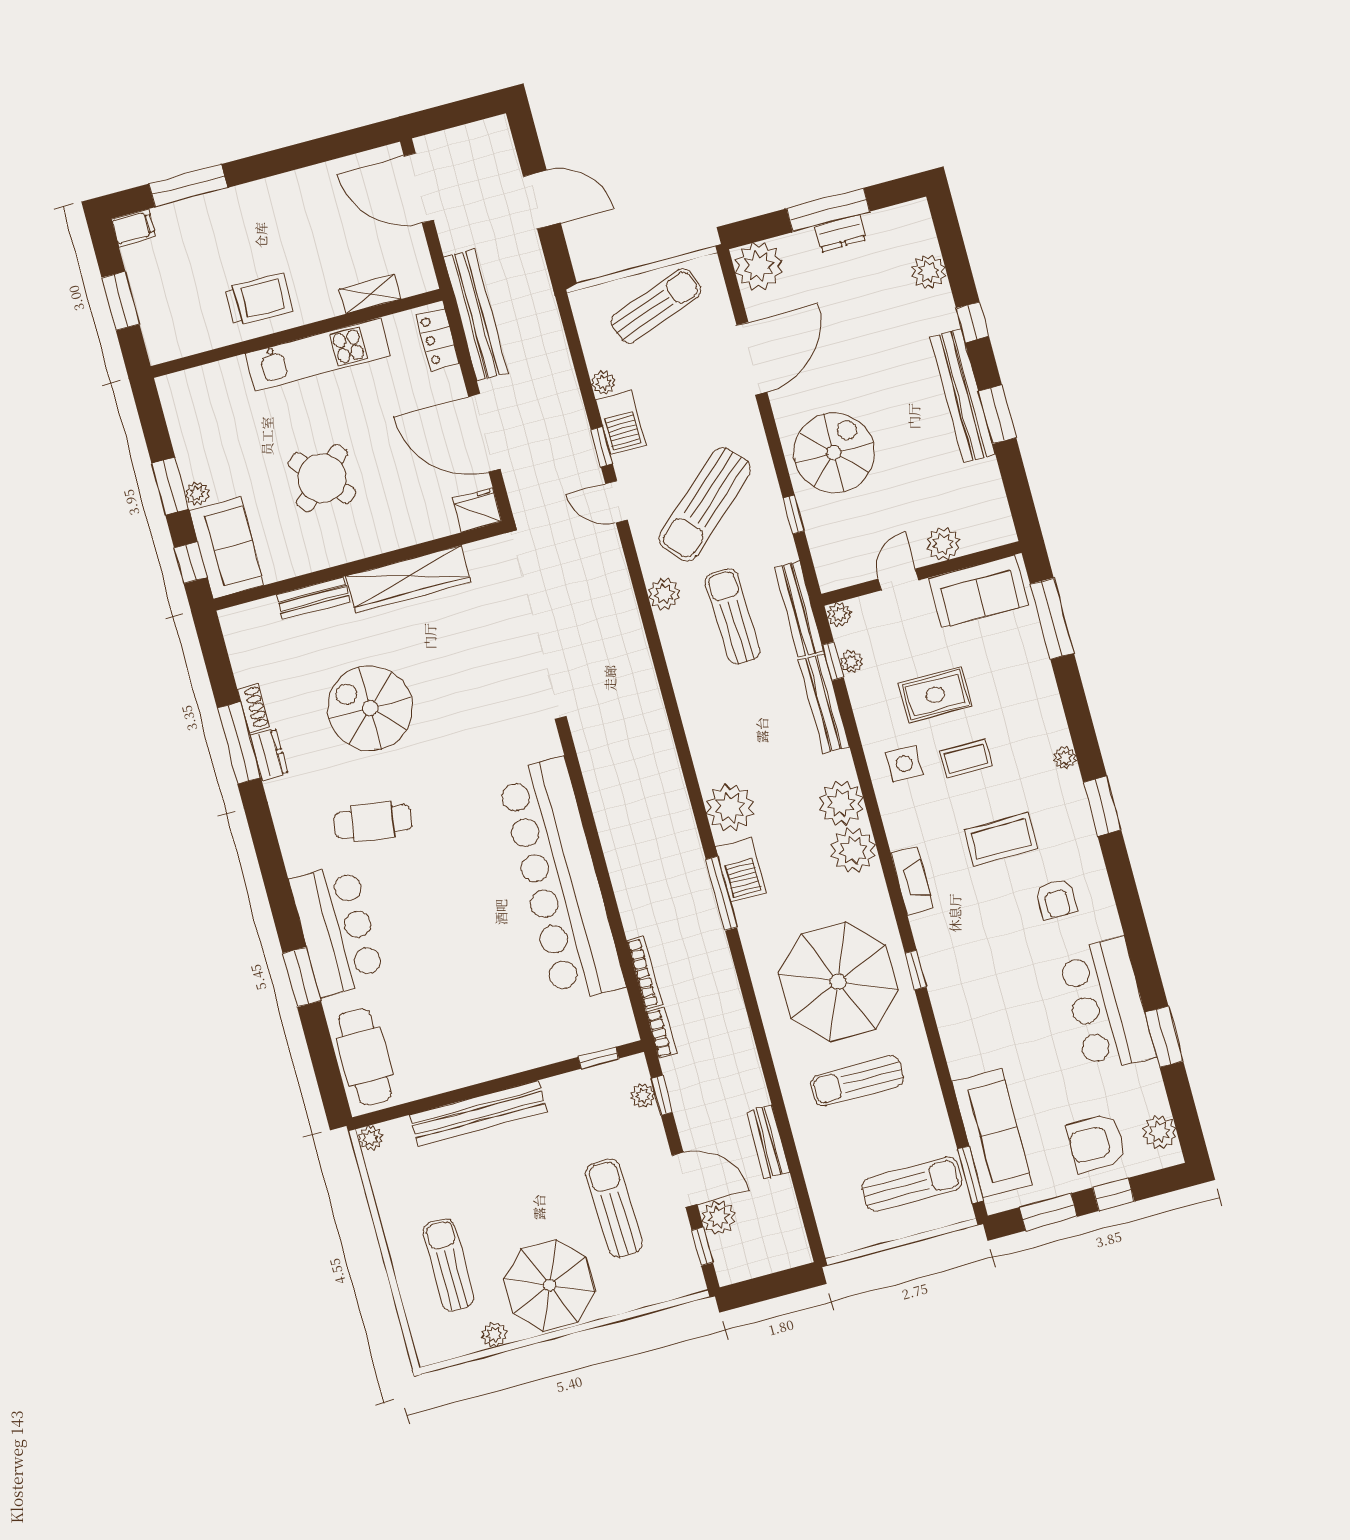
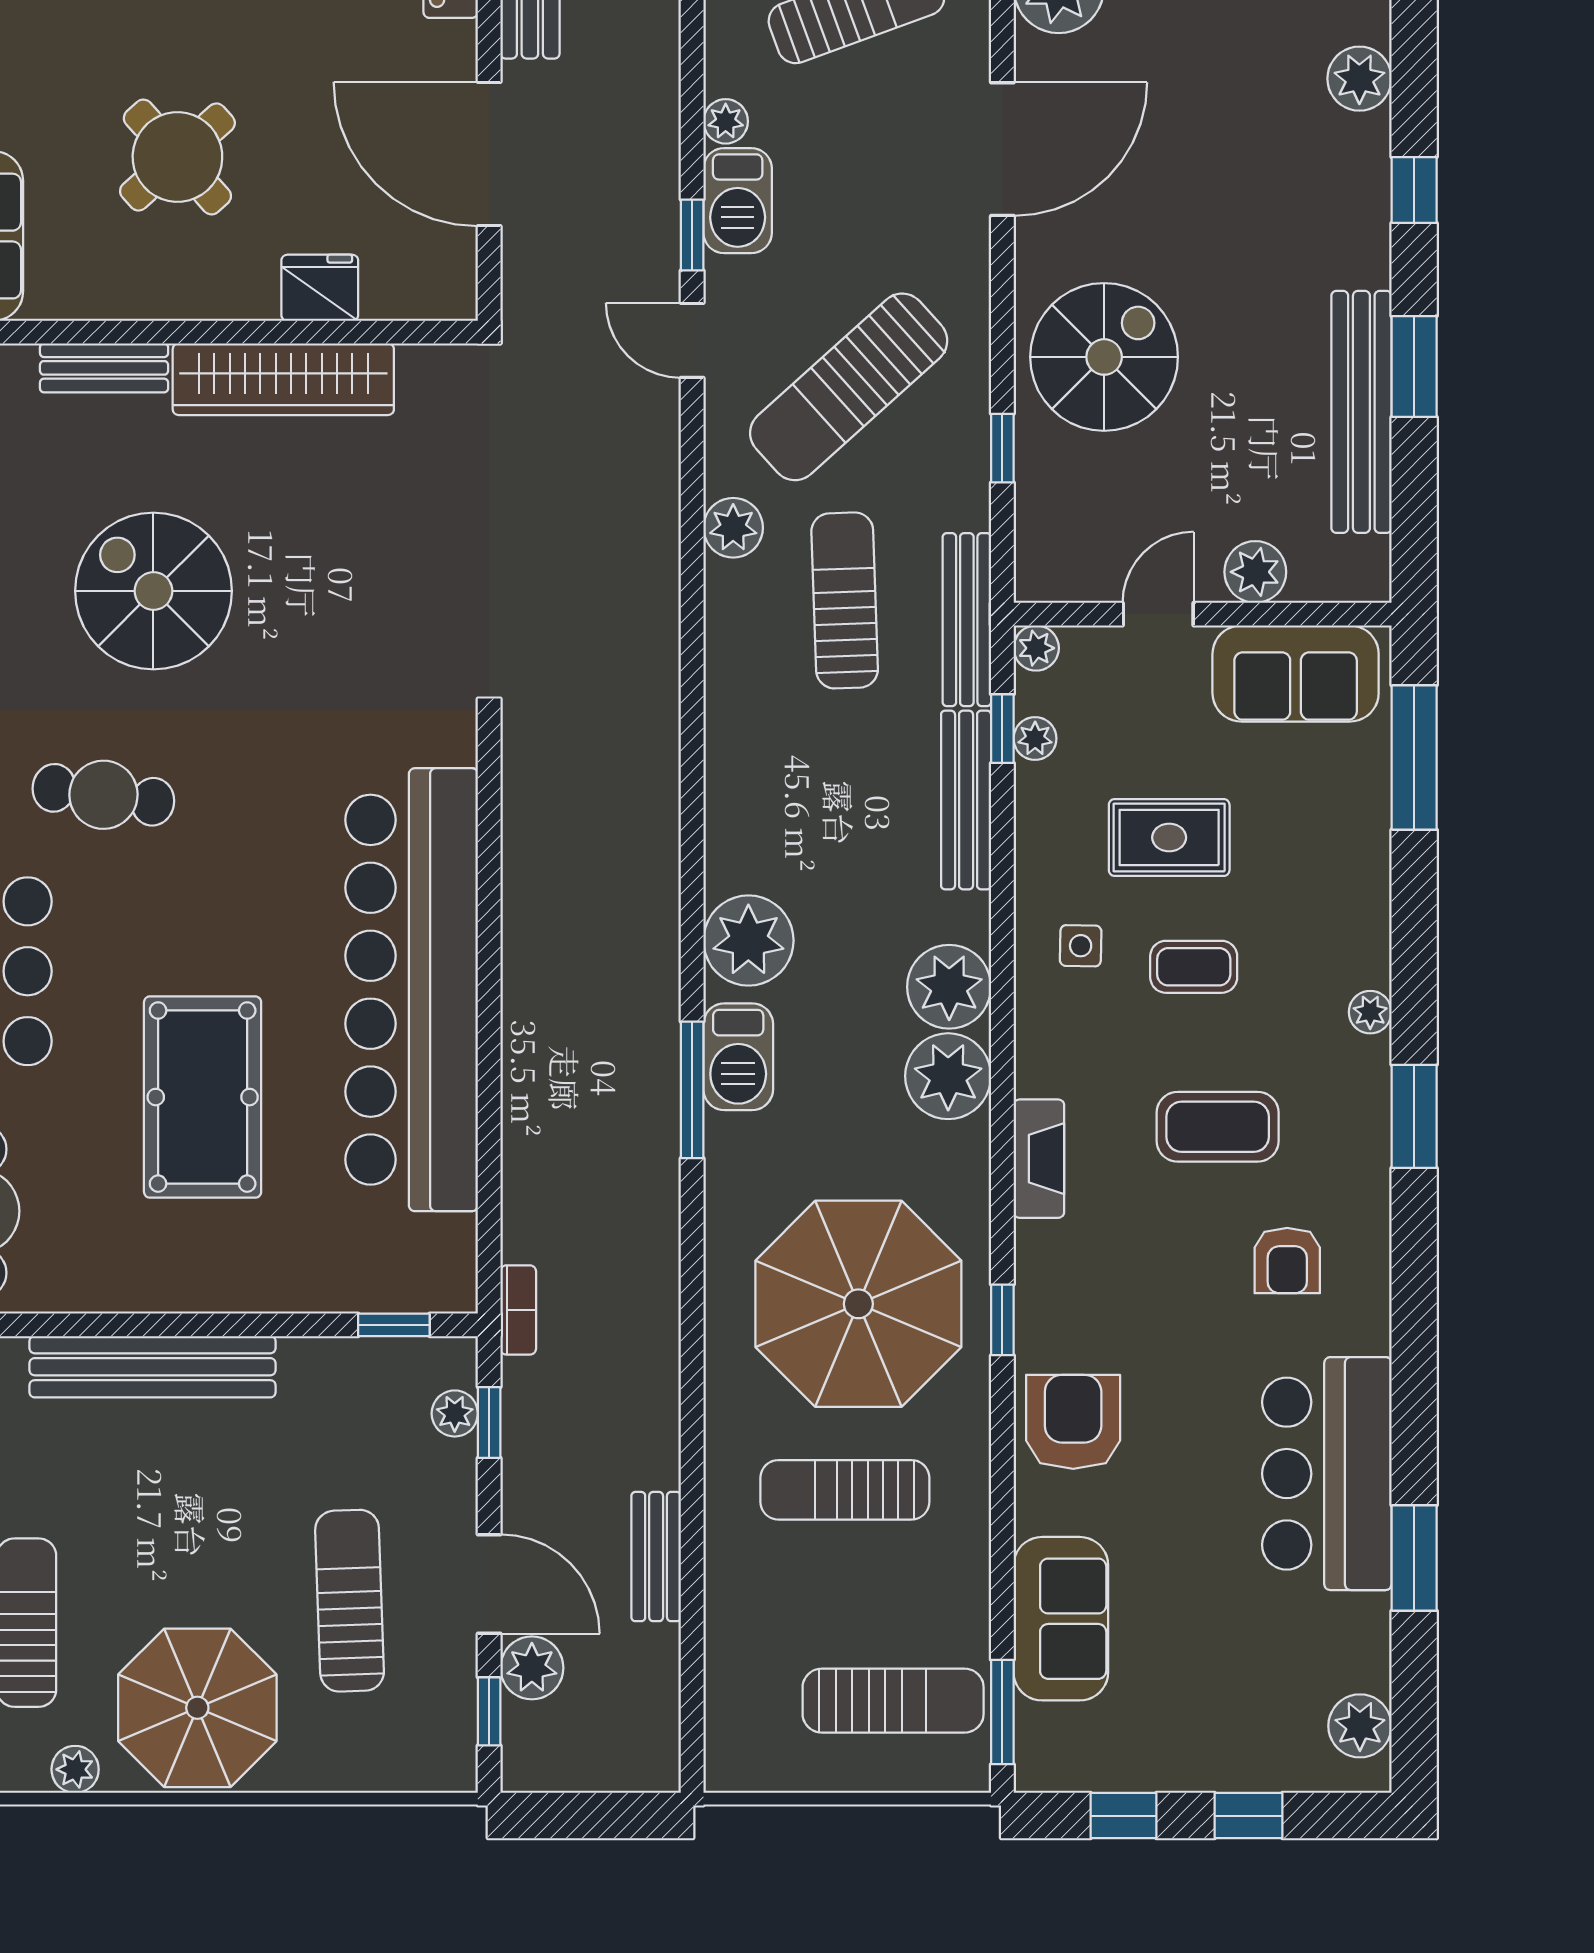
bench: (963, 396) -> (1361, 412), moved
fridge: (477, 510) -> (320, 288), moved
side table: (904, 764) -> (1081, 946), width x0.73, depth x0.73
pool table: (467, 966) -> (203, 1097), added
bookcase: (645, 973) -> (517, 1195), removed
sofa: (992, 1133) -> (1061, 1619), width x0.73
armchair: (1096, 1143) -> (1073, 1422), moved, turned 90
window: (1048, 1212) -> (1123, 1816), width x0.67

